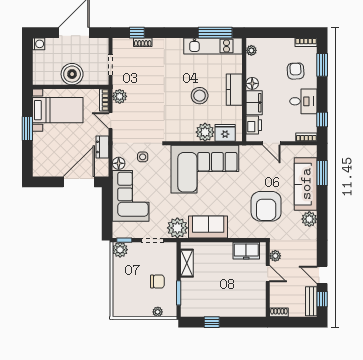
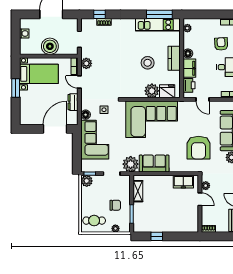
washing machine: (39, 44) -> (24, 34), moved
cafe table: (130, 302) -> (94, 221), added

